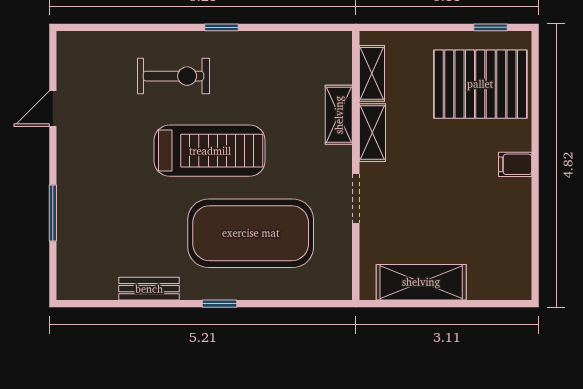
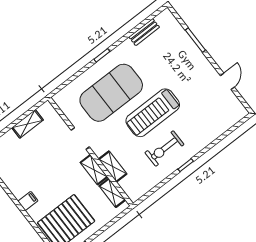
exercise bike: (173, 76) -> (164, 149), moved
shelving: (421, 282) -> (27, 124), width x0.67, depth x0.75
bench: (149, 289) -> (144, 32), moved

